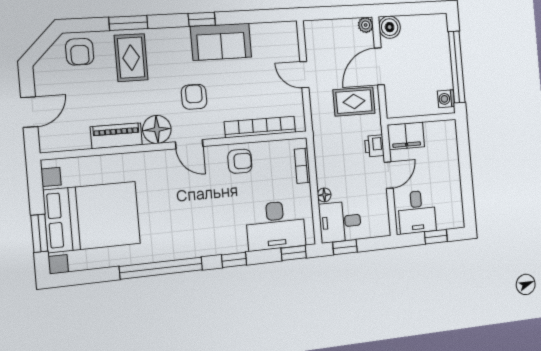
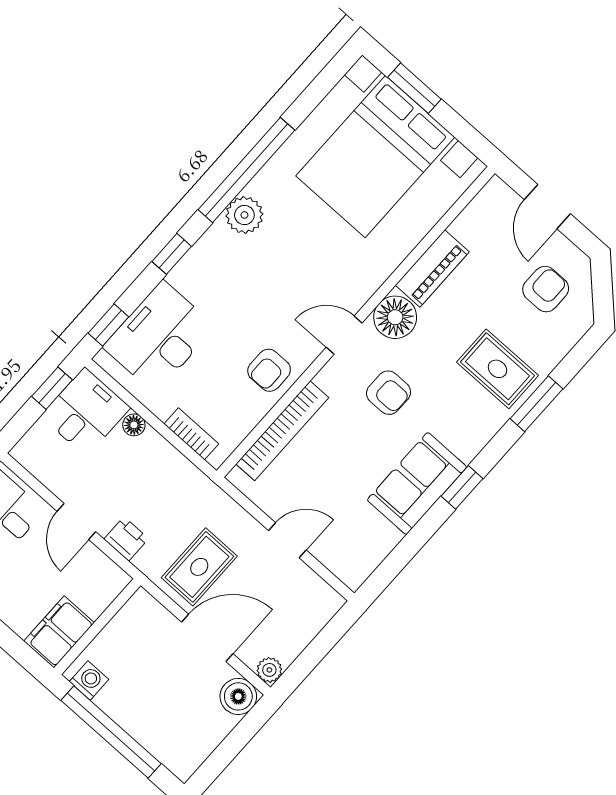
armchair: (80, 52) -> (546, 289), moved, turned 90
door: (379, 66) -> (207, 638), hinge flipped
filing cabinet: (406, 136) -> (59, 632), moved
plant: (183, 247) -> (244, 215), added

